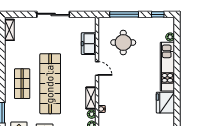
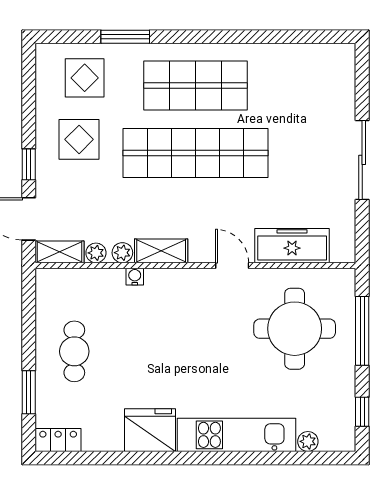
shelving: (9, 30) -> (325, 55), removed
round table: (123, 42) -> (295, 329), width x1.36, depth x1.36
freezer: (89, 44) -> (292, 246), width x1.40
door: (97, 69) -> (232, 265), swing flipped
shop shelf: (22, 84) -> (195, 85), width x1.43, depth x1.36

